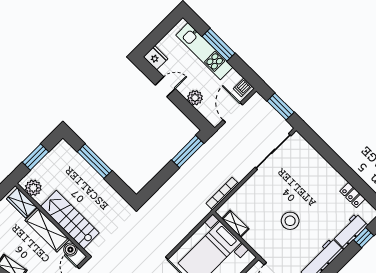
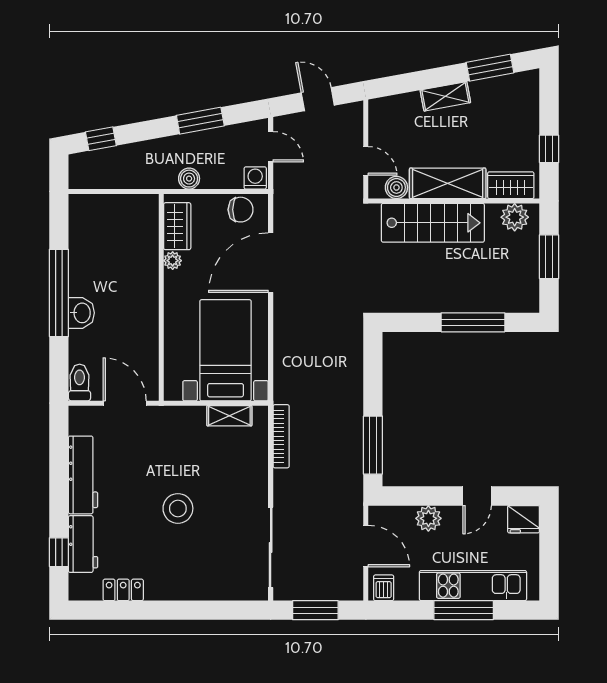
stool: (290, 221) -> (178, 508), moved

